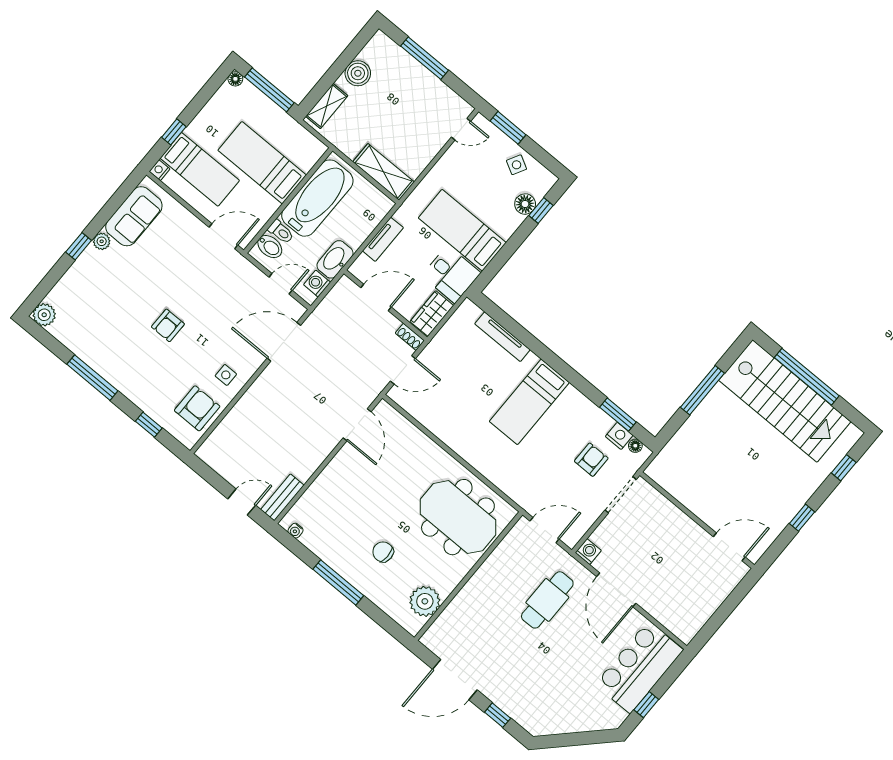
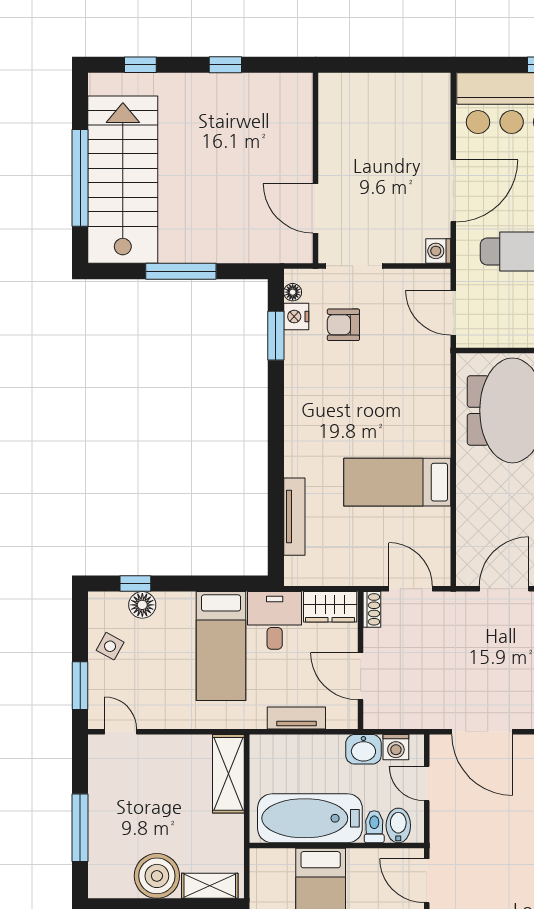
boiler: (358, 73) -> (157, 876), width x1.37, depth x1.37
washbasin: (335, 259) -> (363, 749), width x0.72
bed: (529, 402) -> (397, 482), moved, turned 180
door: (729, 547) -> (316, 208), moved

